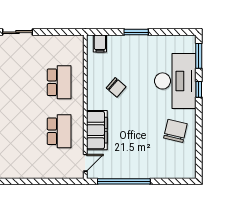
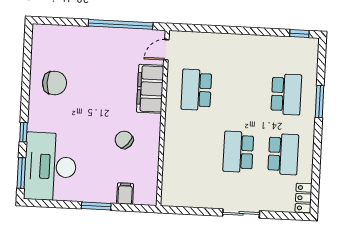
filing cabinet: (100, 43) -> (125, 194), moved
desk: (175, 81) -> (50, 167), moved
school desk: (59, 82) -> (238, 152), moved
chair: (175, 131) -> (54, 83), turned -103

